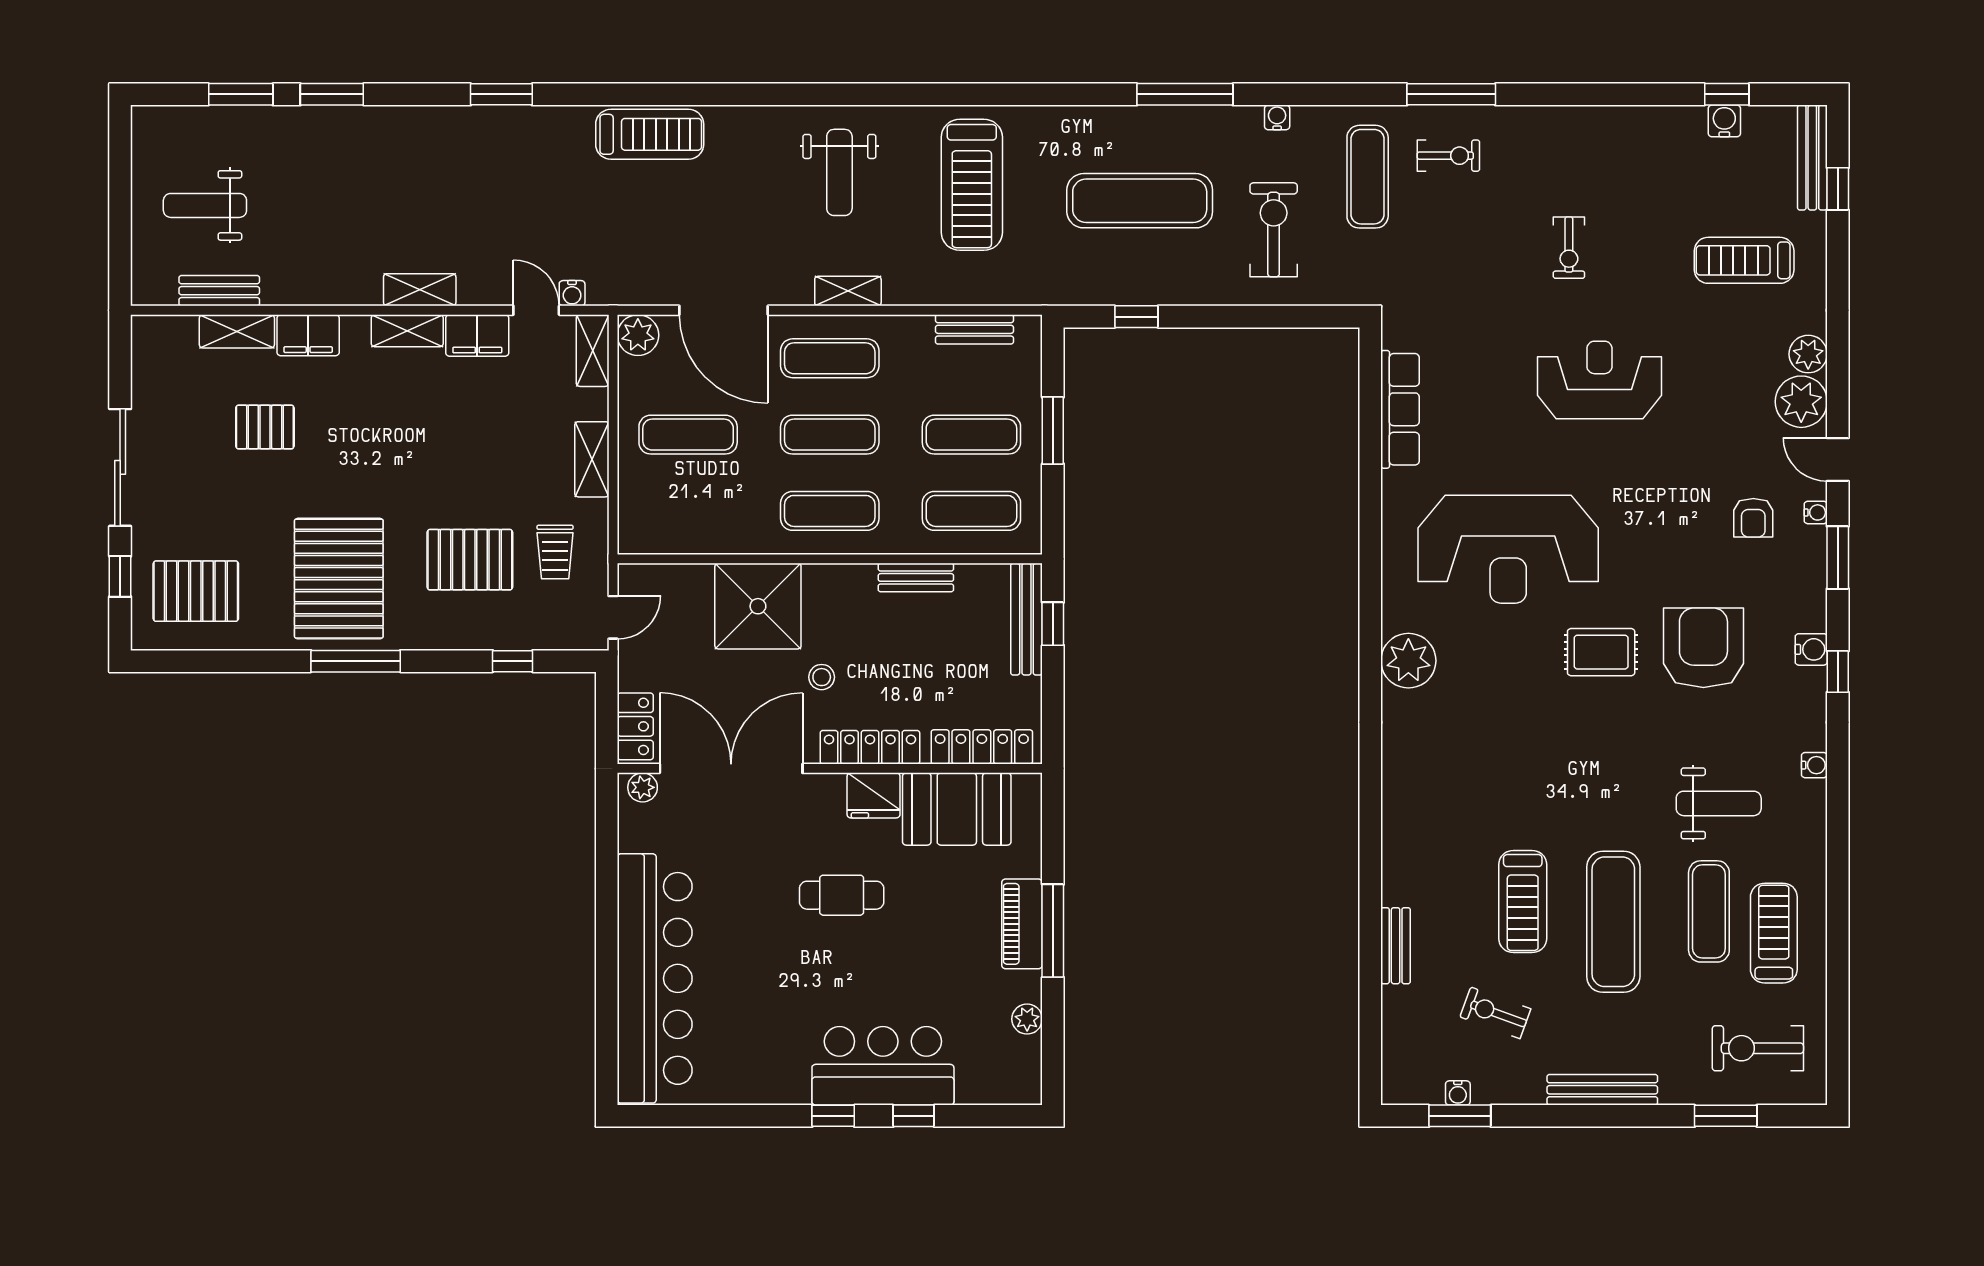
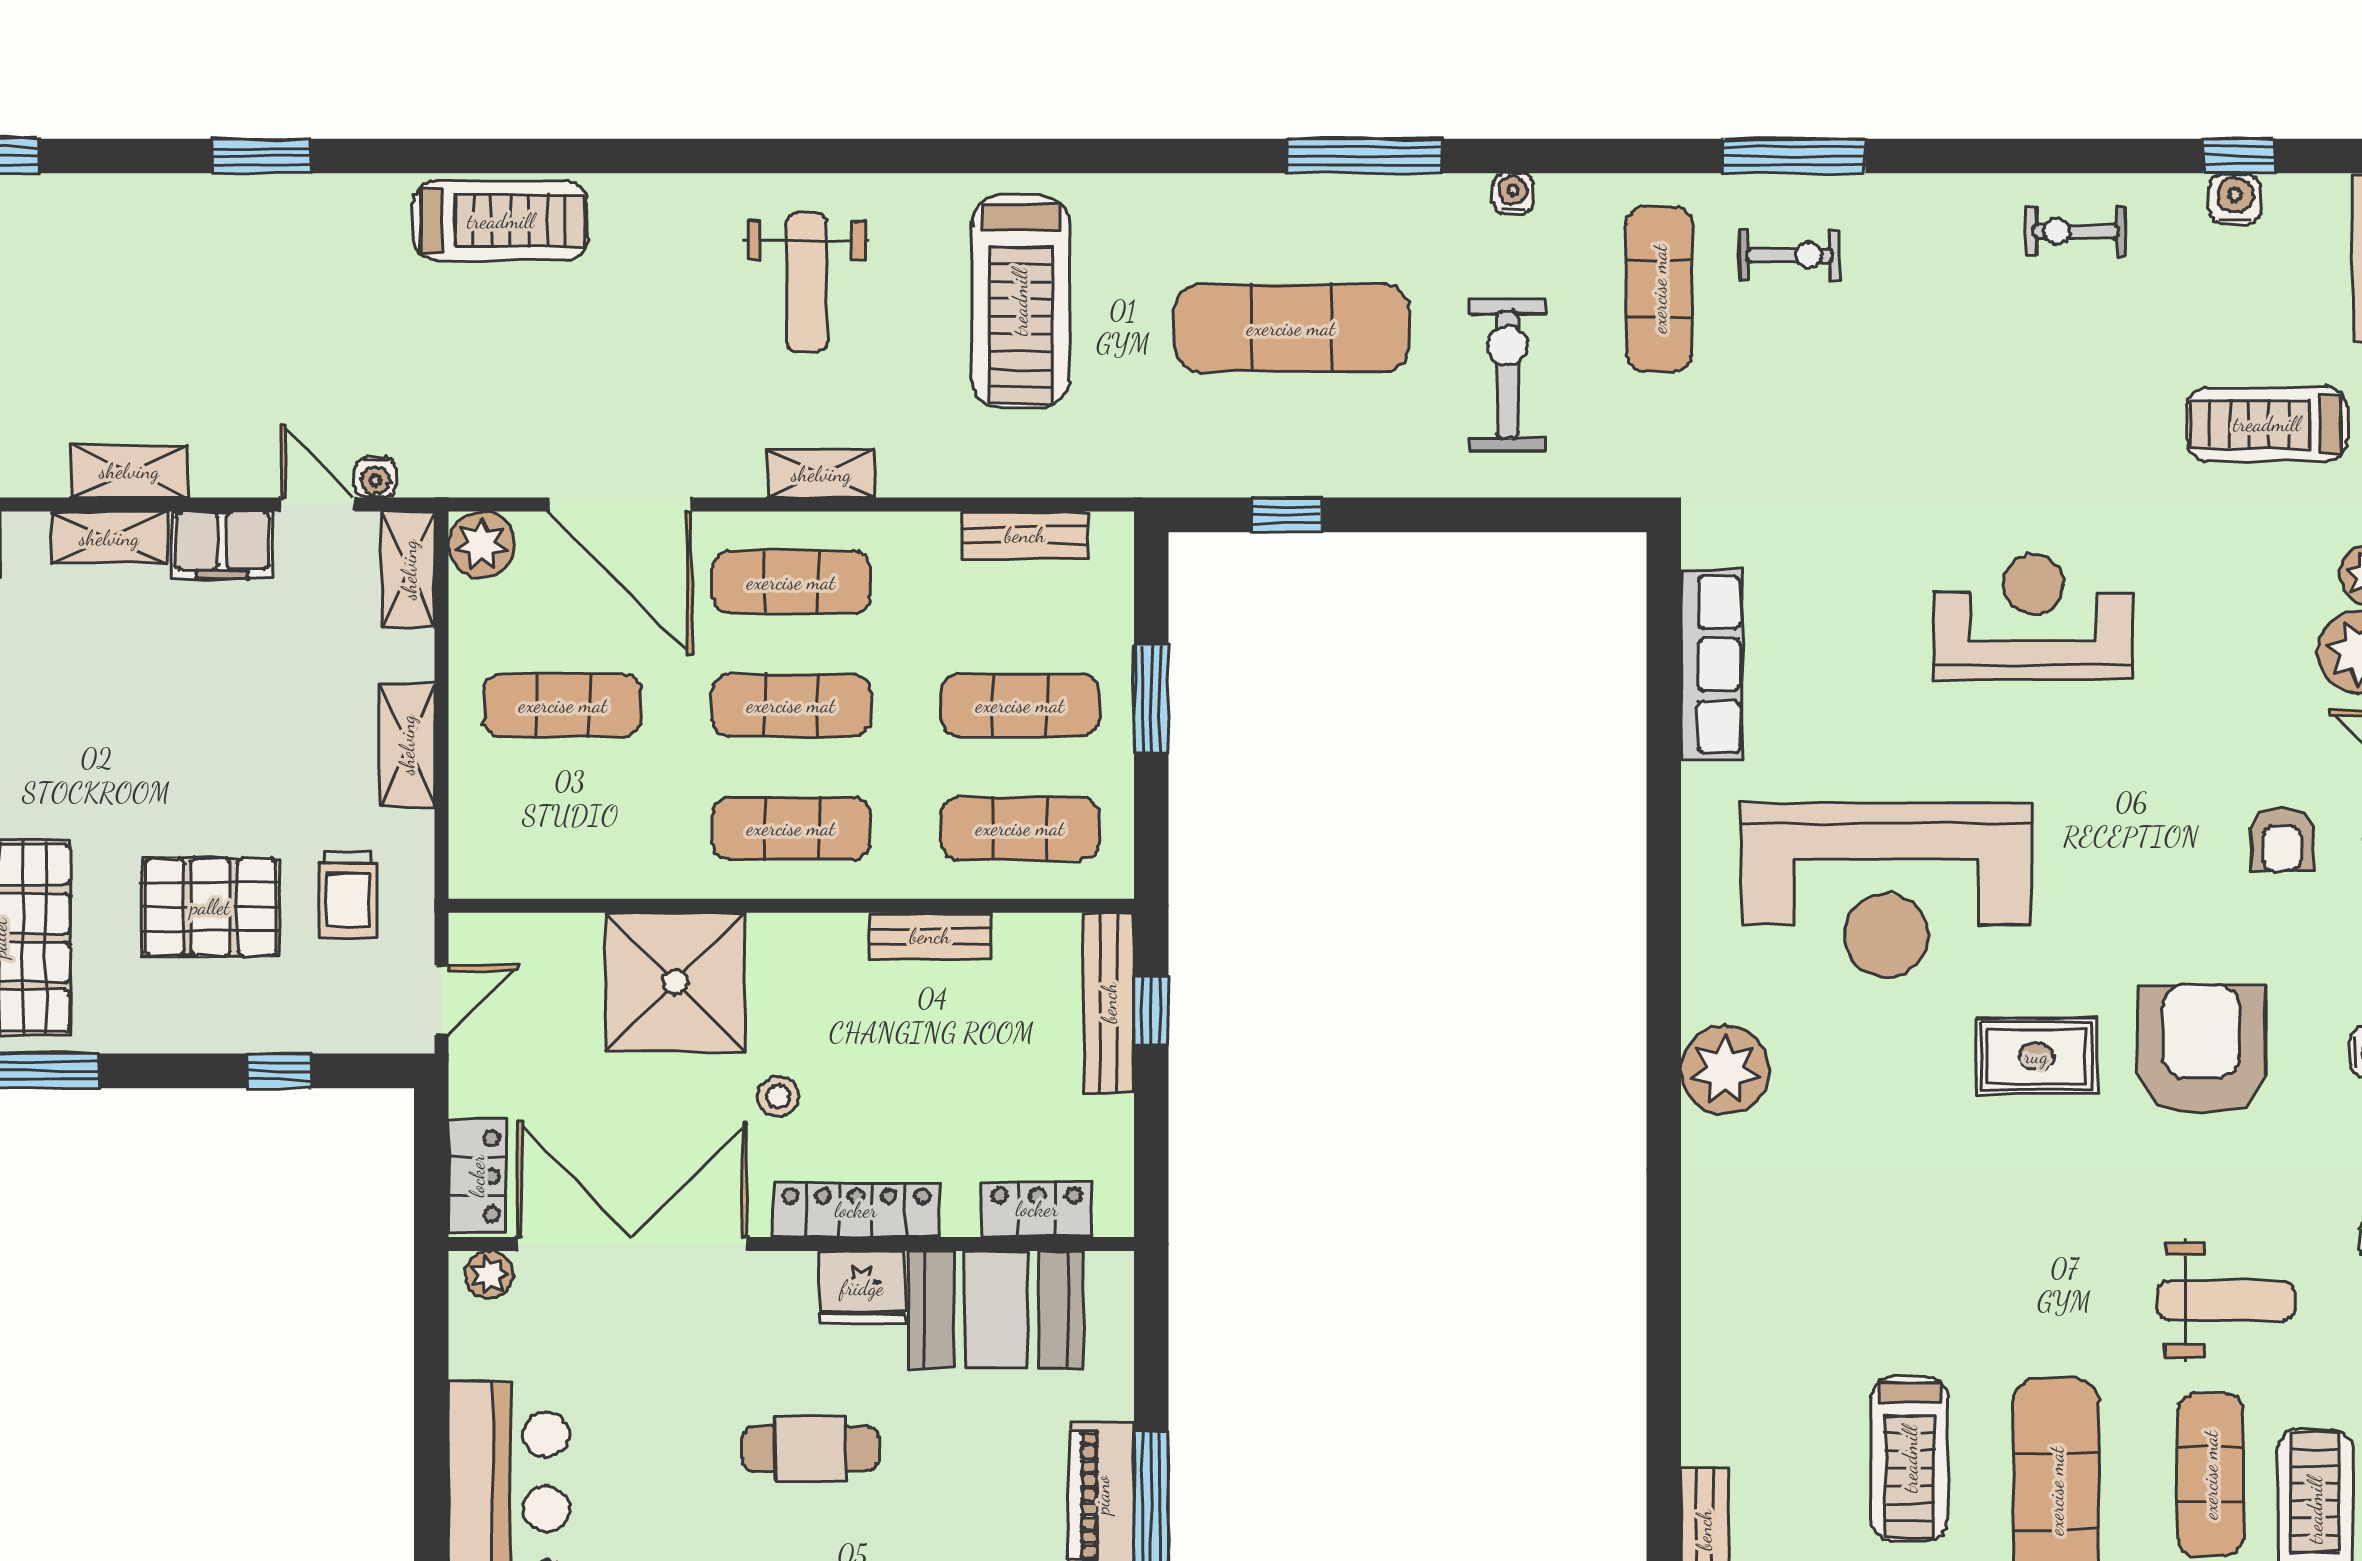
exercise bike: (1569, 248) -> (2076, 231), moved, turned 90
locker: (982, 747) -> (1037, 1209), width x0.66

